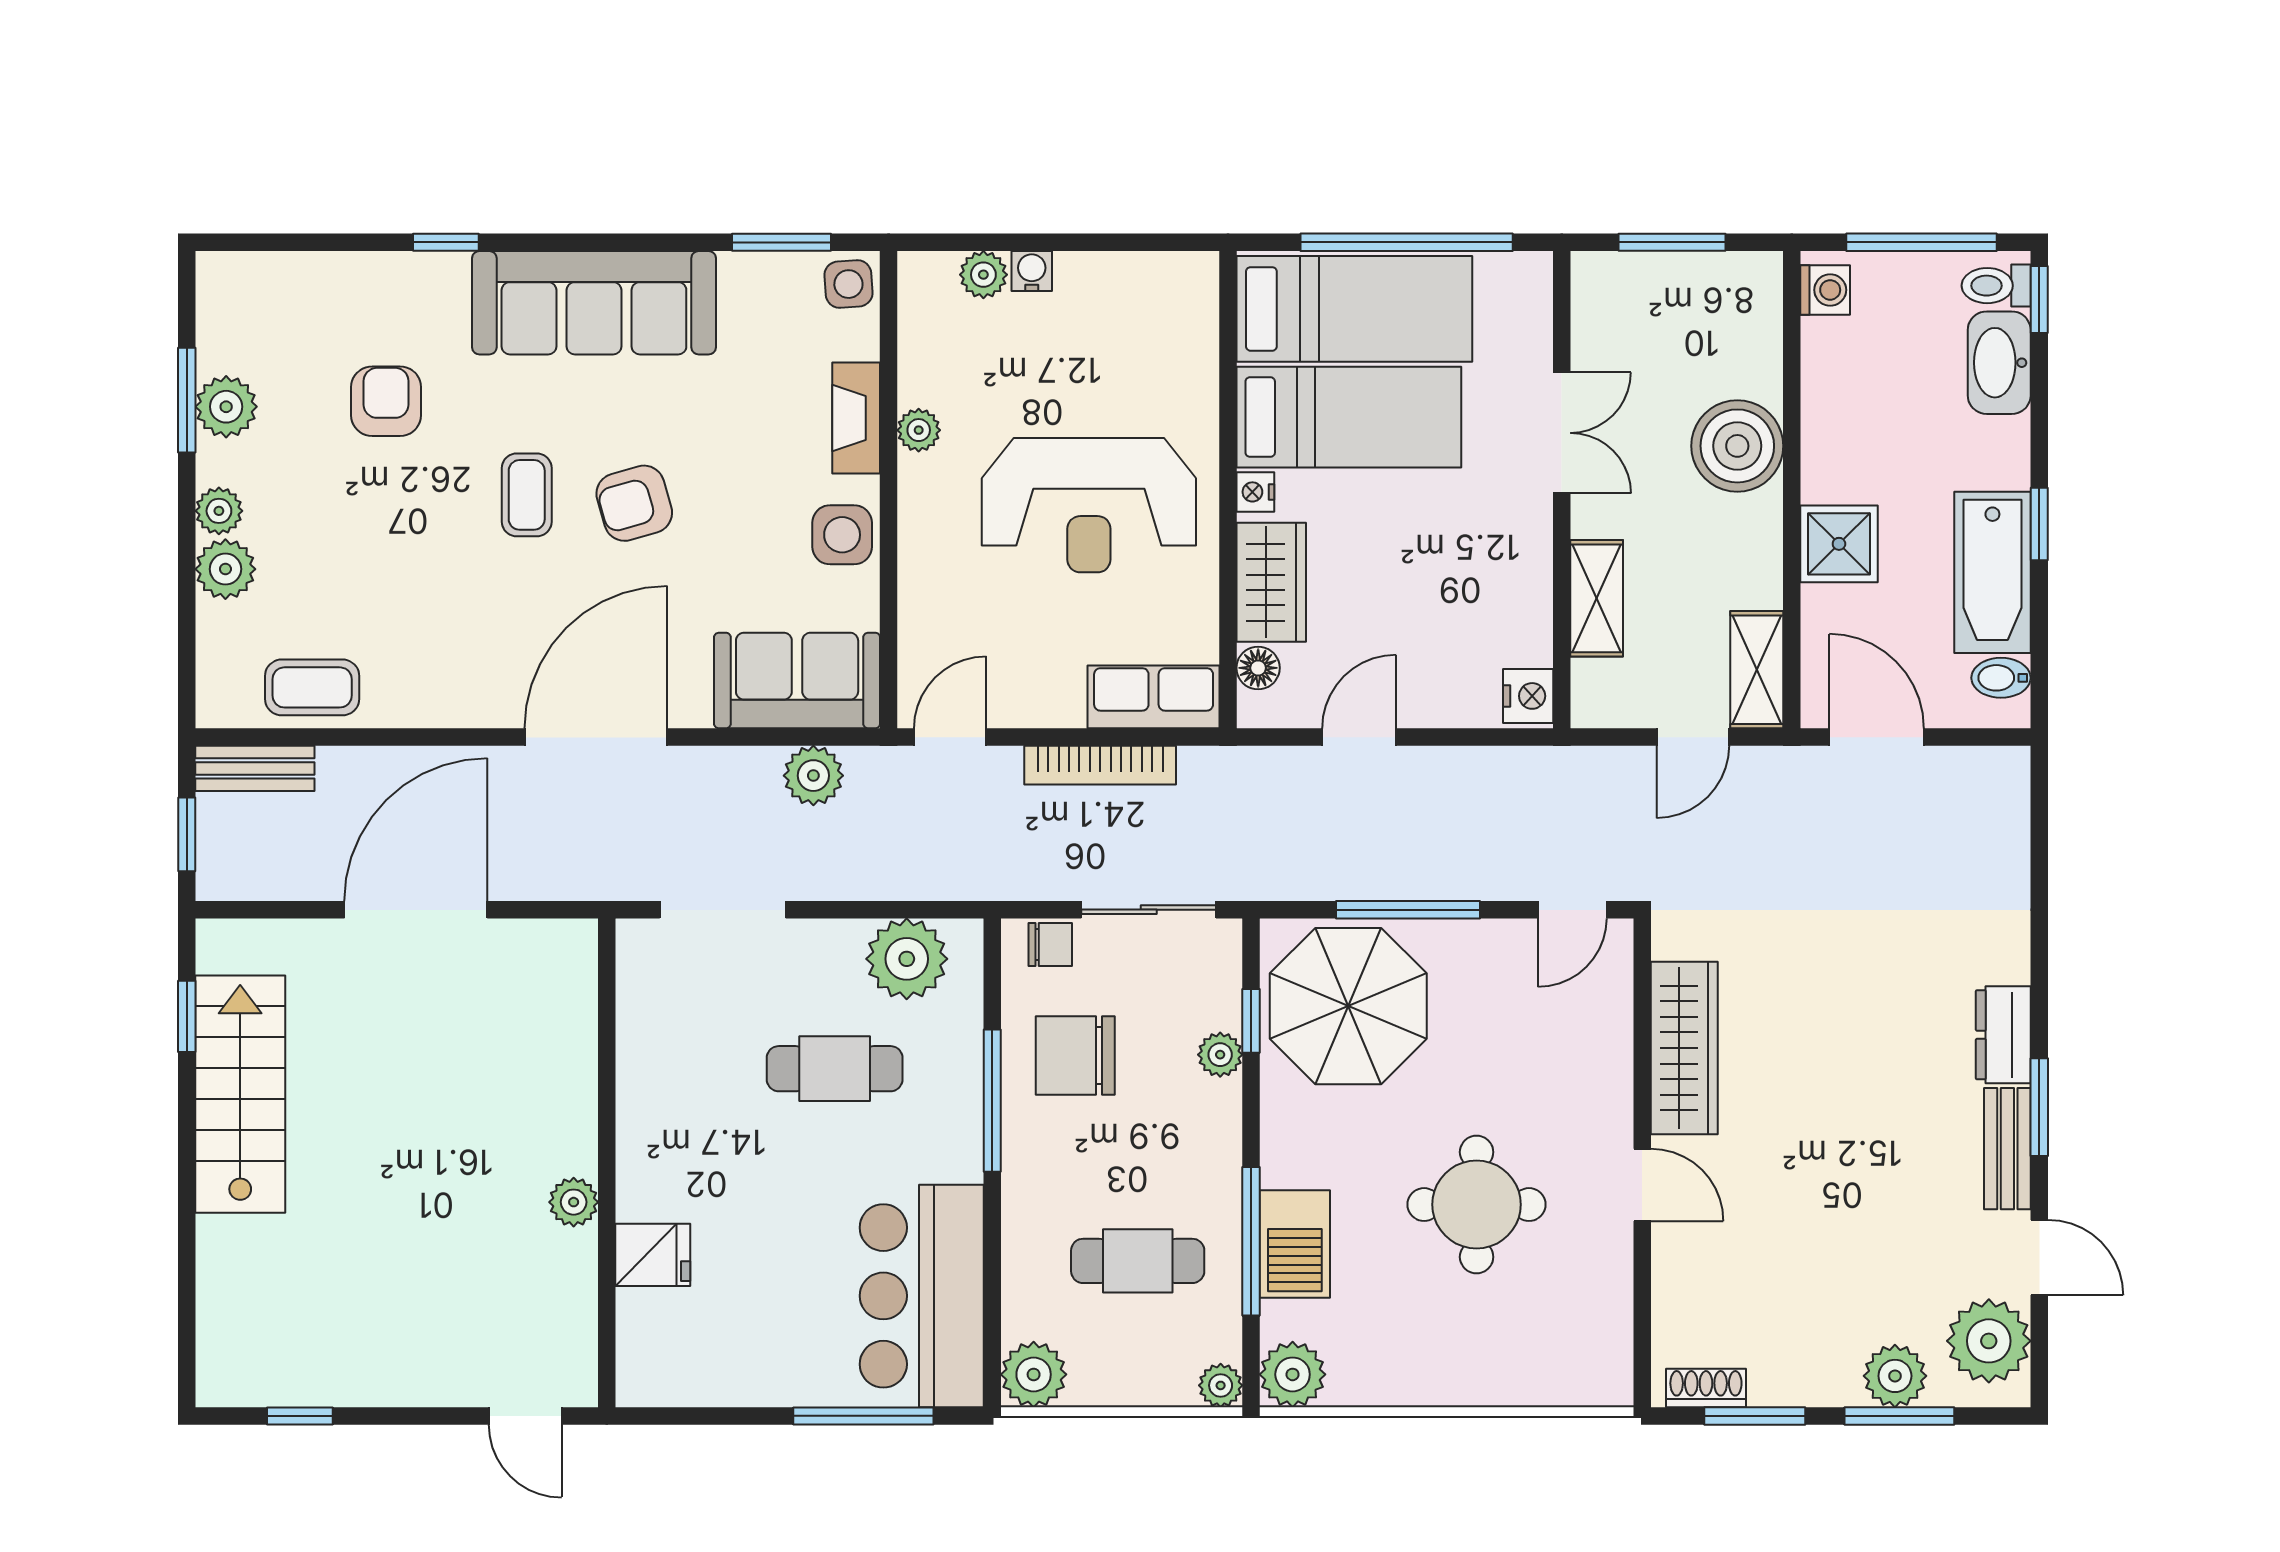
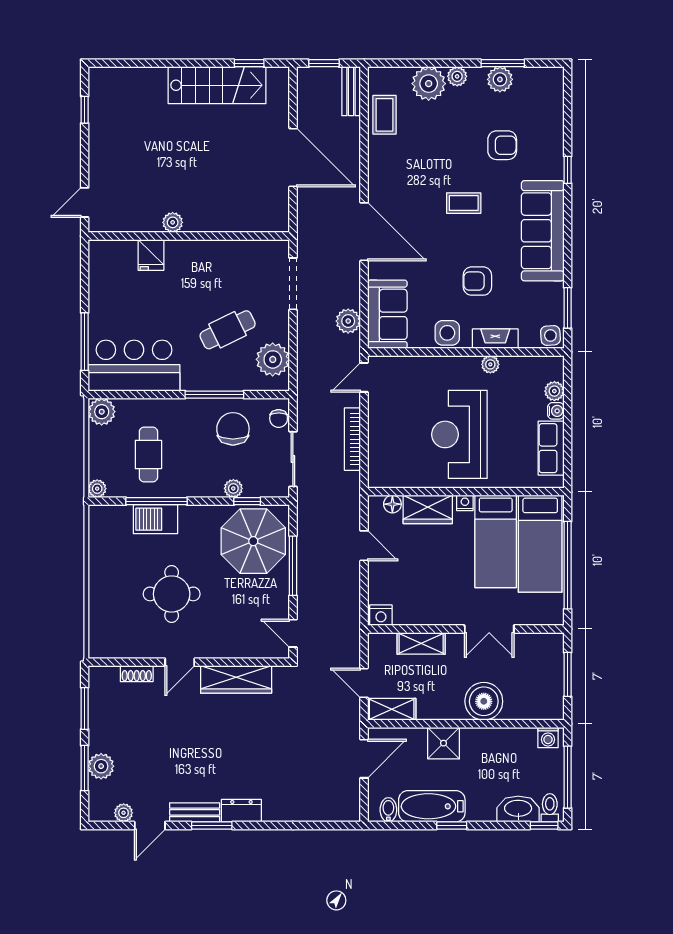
armchair: (634, 503) -> (477, 281), moved, turned -74
plant: (225, 569) -> (429, 84), width x1.36, depth x1.36
row of seats: (1154, 697) -> (551, 448), moved, turned 180
door: (950, 737) -> (364, 377), swing flipped
cafe table: (835, 1069) -> (228, 330), turned 64
plant: (1989, 1341) -> (124, 813), width x0.53, depth x0.53
plant: (1293, 1374) -> (102, 518), removed
shoe rack: (1706, 1388) -> (137, 674), moved, turned 90

